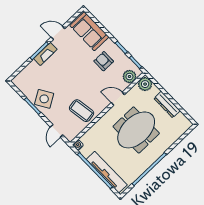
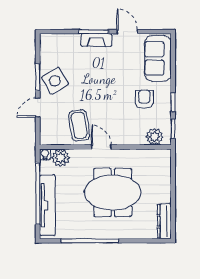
plant: (145, 84) -> (61, 158), moved
door: (118, 99) -> (101, 147), moved
dresser: (167, 105) -> (164, 221), moved
door: (57, 131) -> (38, 108), moved

